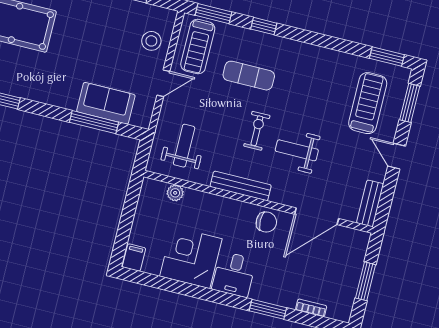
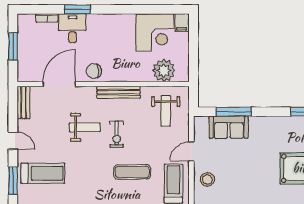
treadmill: (368, 103) -> (43, 173), turned -90
plant: (175, 193) -> (164, 70), width x1.88, depth x1.88
corner desk: (191, 258) -> (155, 33), moved
desk: (234, 274) -> (72, 28), moved

